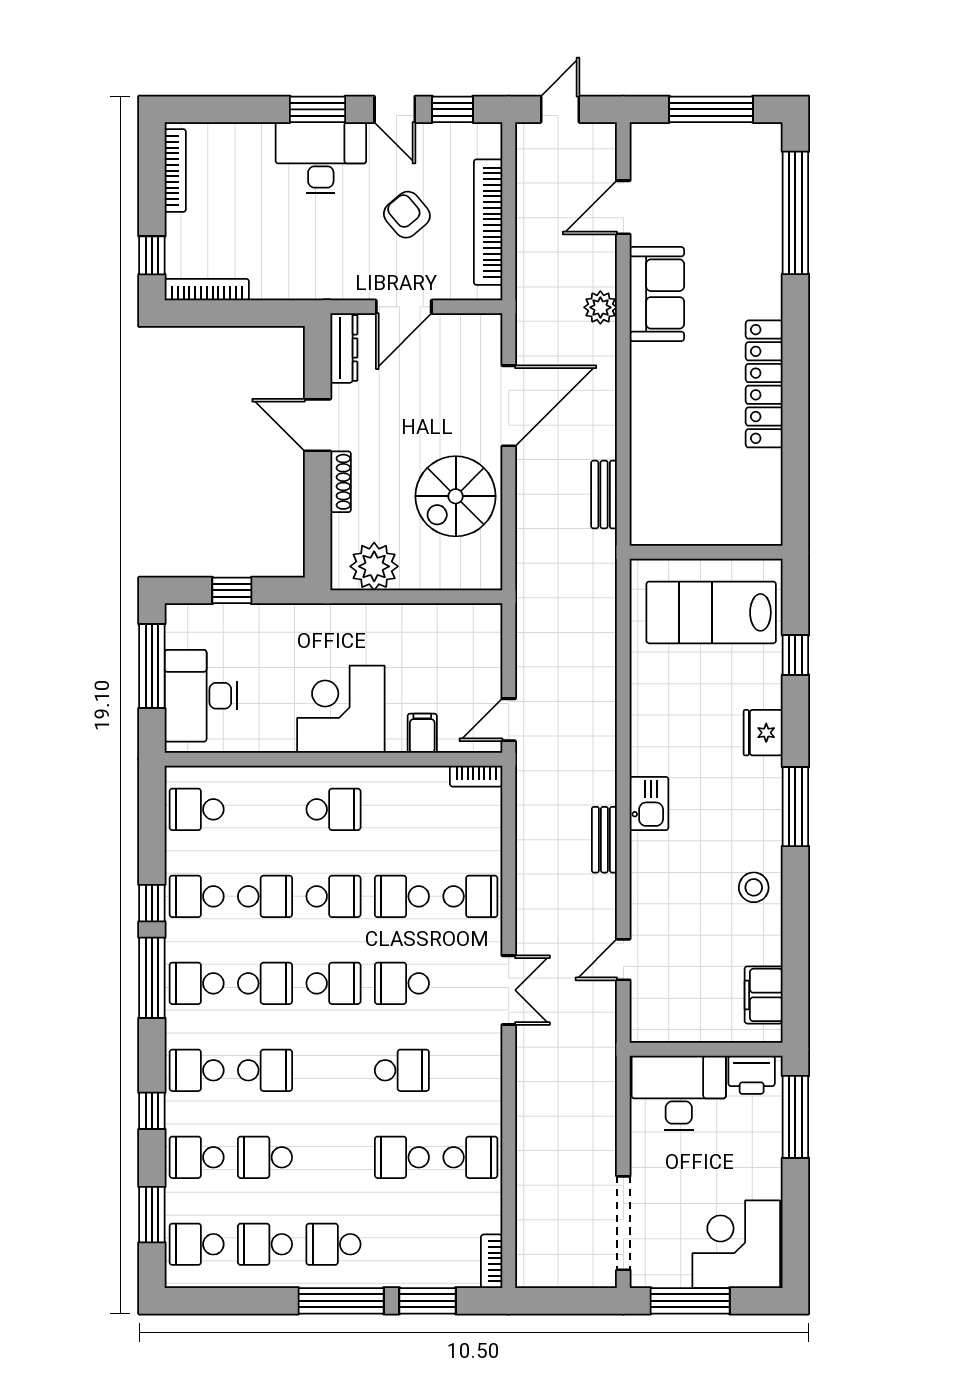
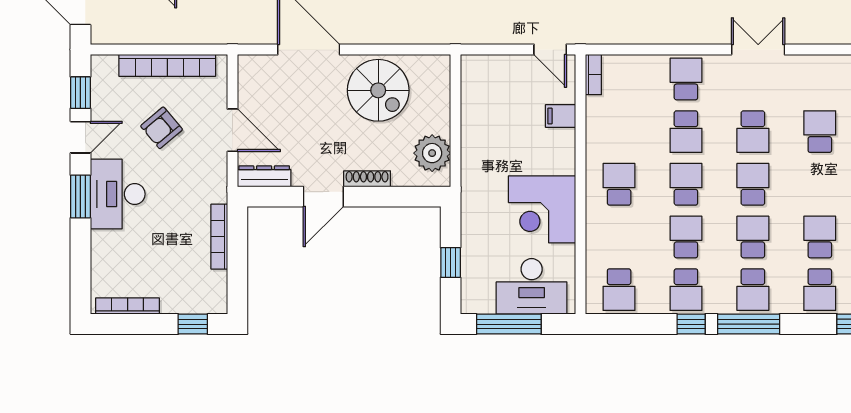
bookcase: (207, 290) -> (219, 237), moved
corner desk: (341, 709) -> (542, 209), moved

